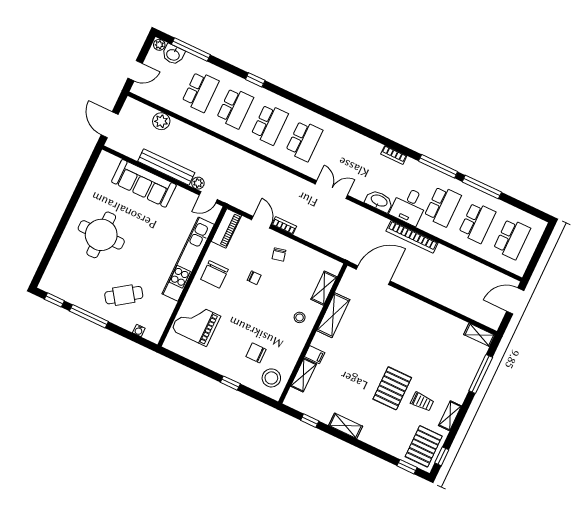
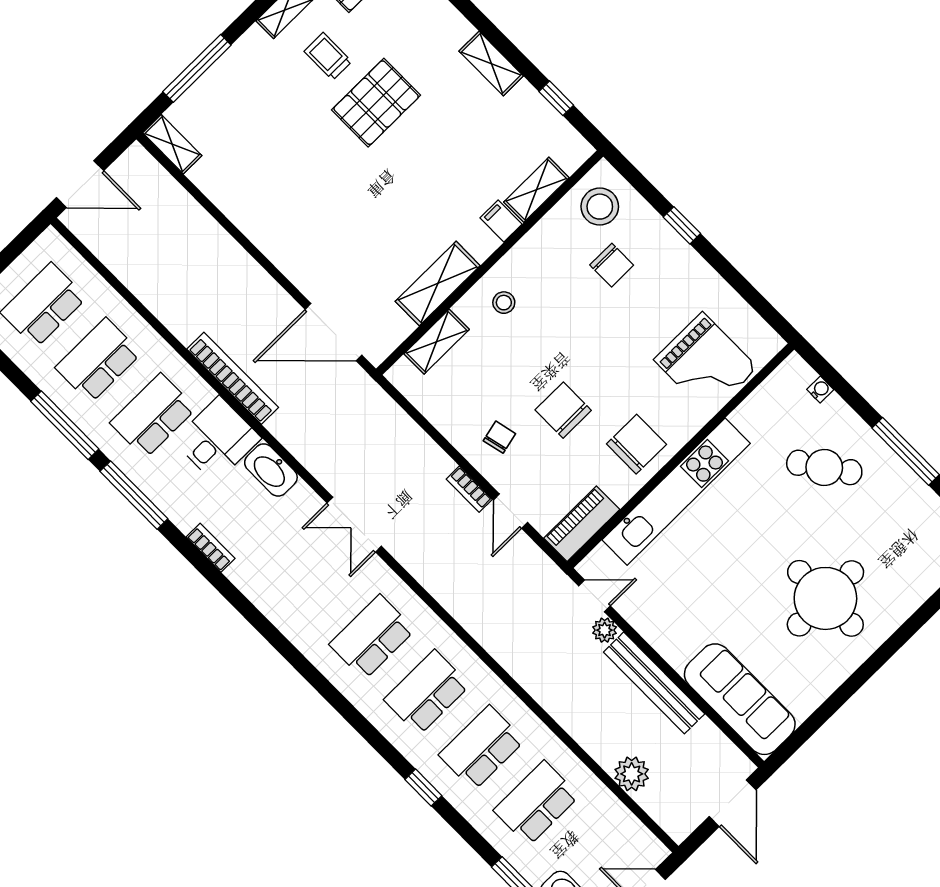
sofa: (144, 183) -> (740, 699), moved
chair: (254, 278) -> (563, 410), width x1.87, depth x1.87

